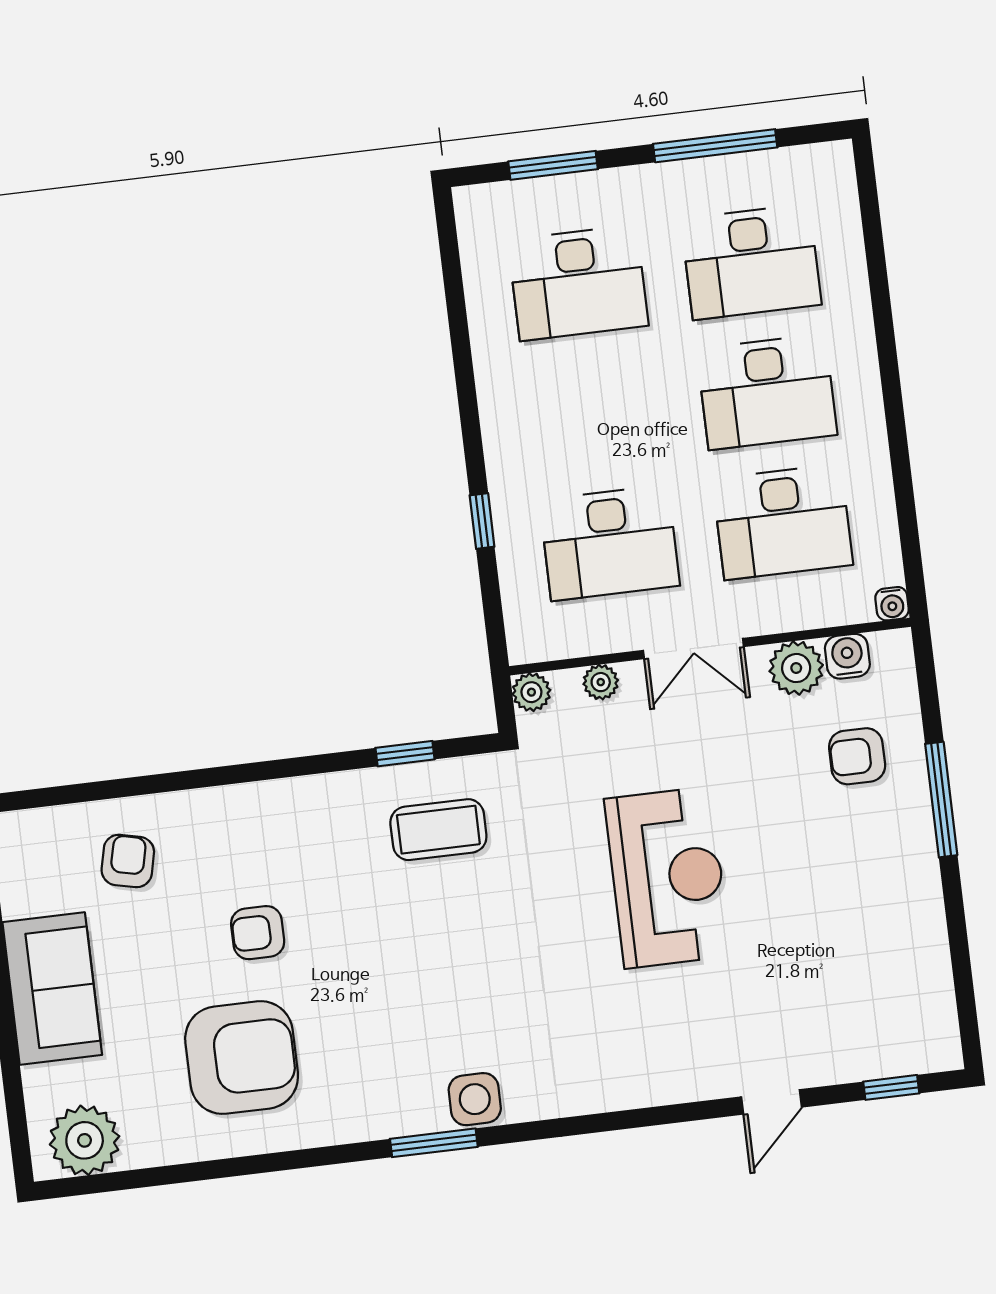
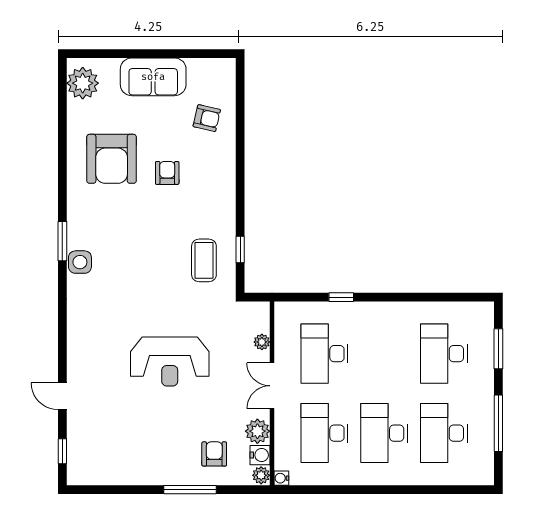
plant: (531, 692) -> (261, 475), moved

